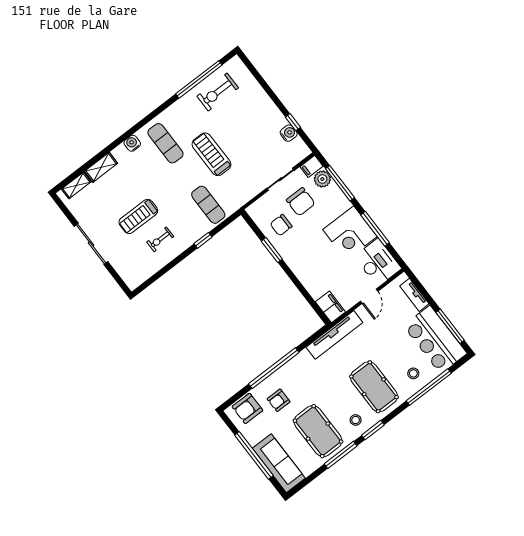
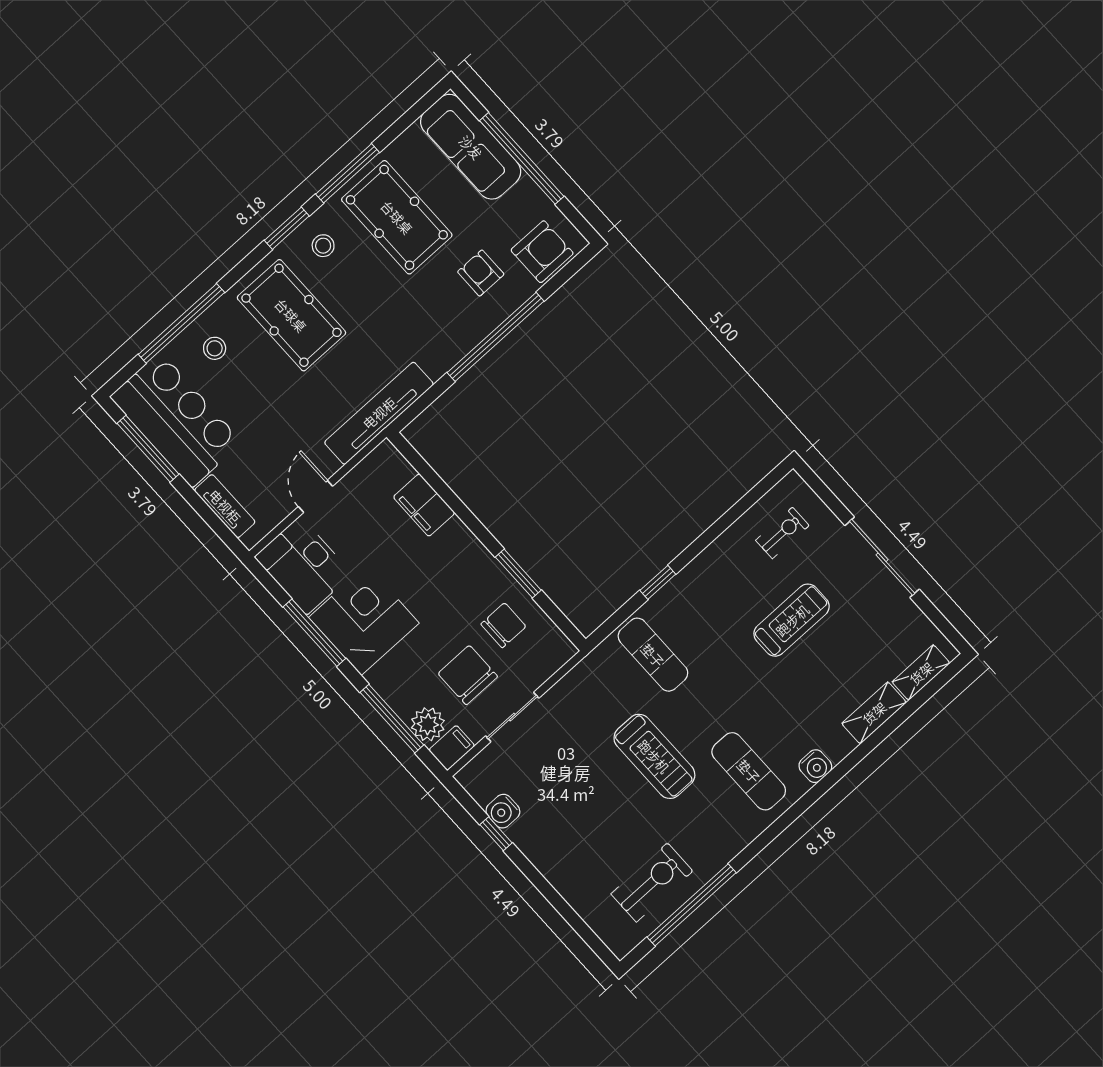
exercise bike: (160, 239) -> (782, 533), moved
filing cabinet: (330, 307) -> (424, 505), moved
armchair: (279, 400) -> (481, 273), turned -90

